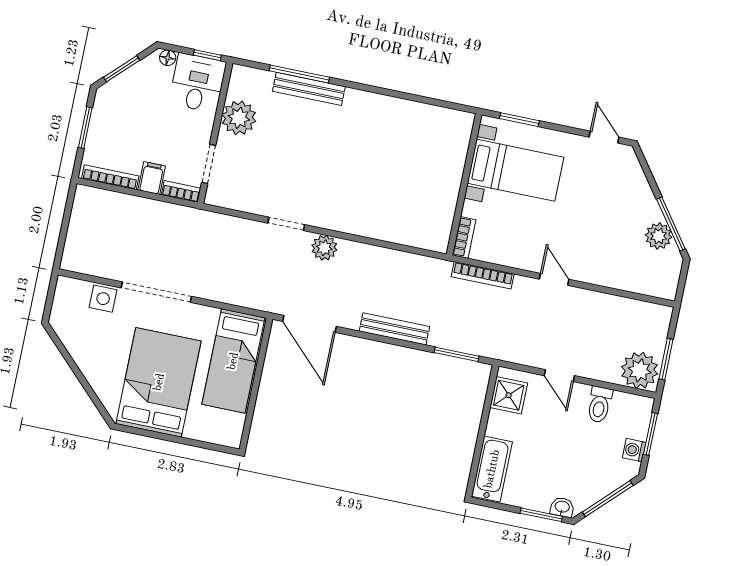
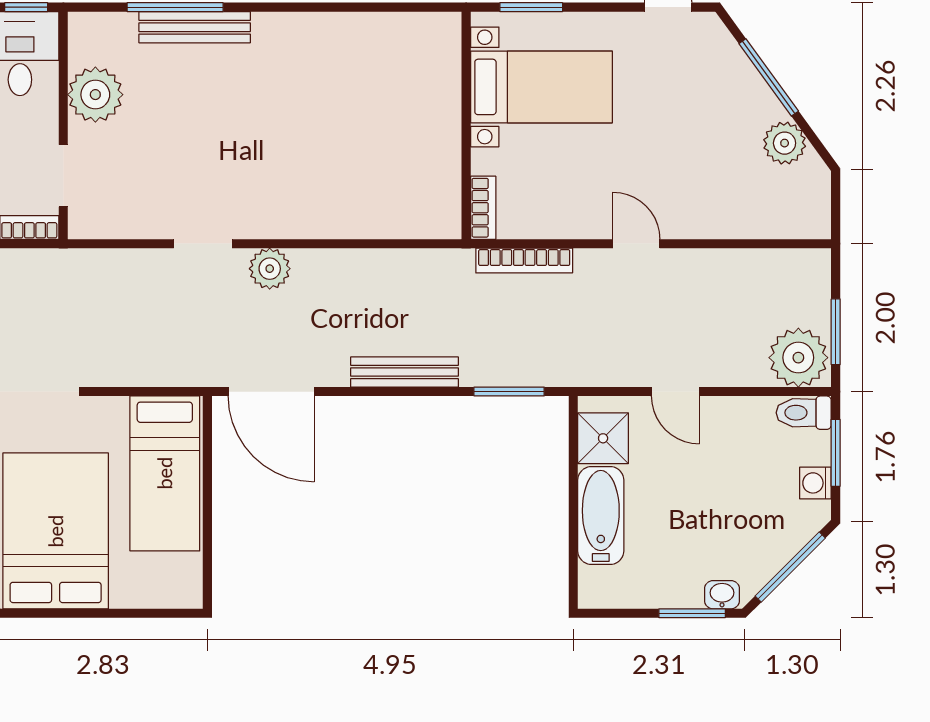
window: (671, 224) -> (769, 77), moved
toilet: (600, 405) -> (804, 413), moved, turned 90
bathtub: (492, 469) -> (601, 515), moved

